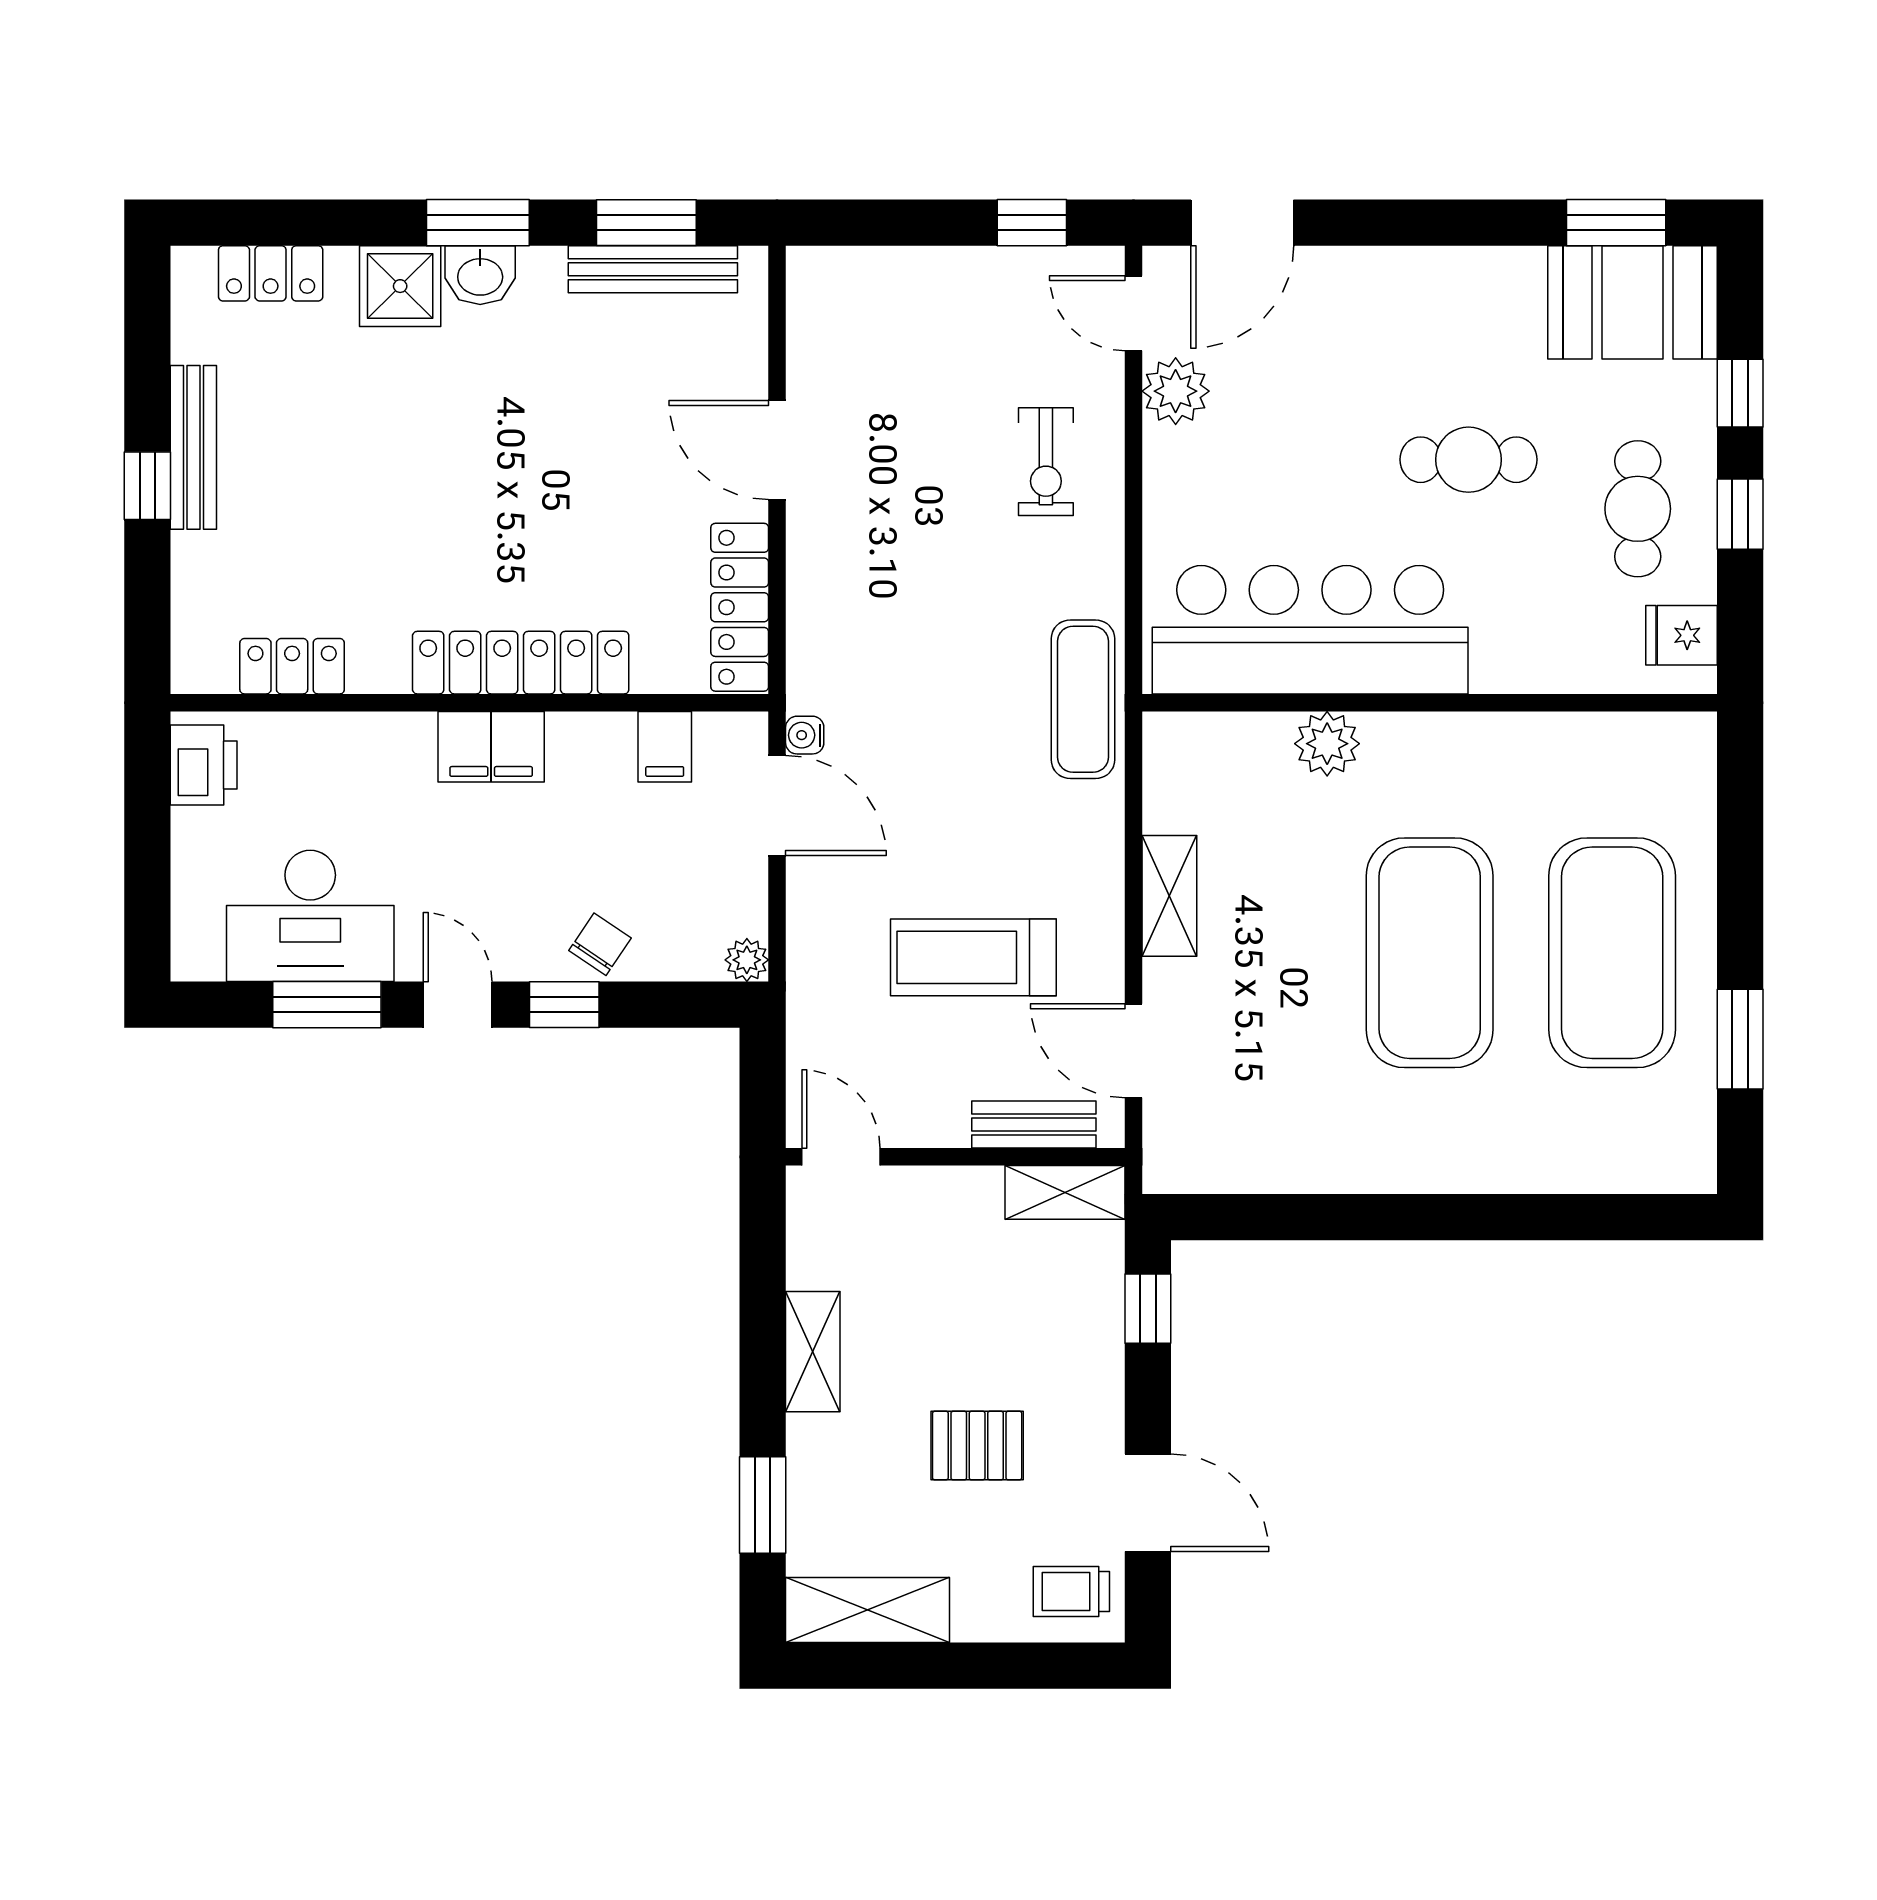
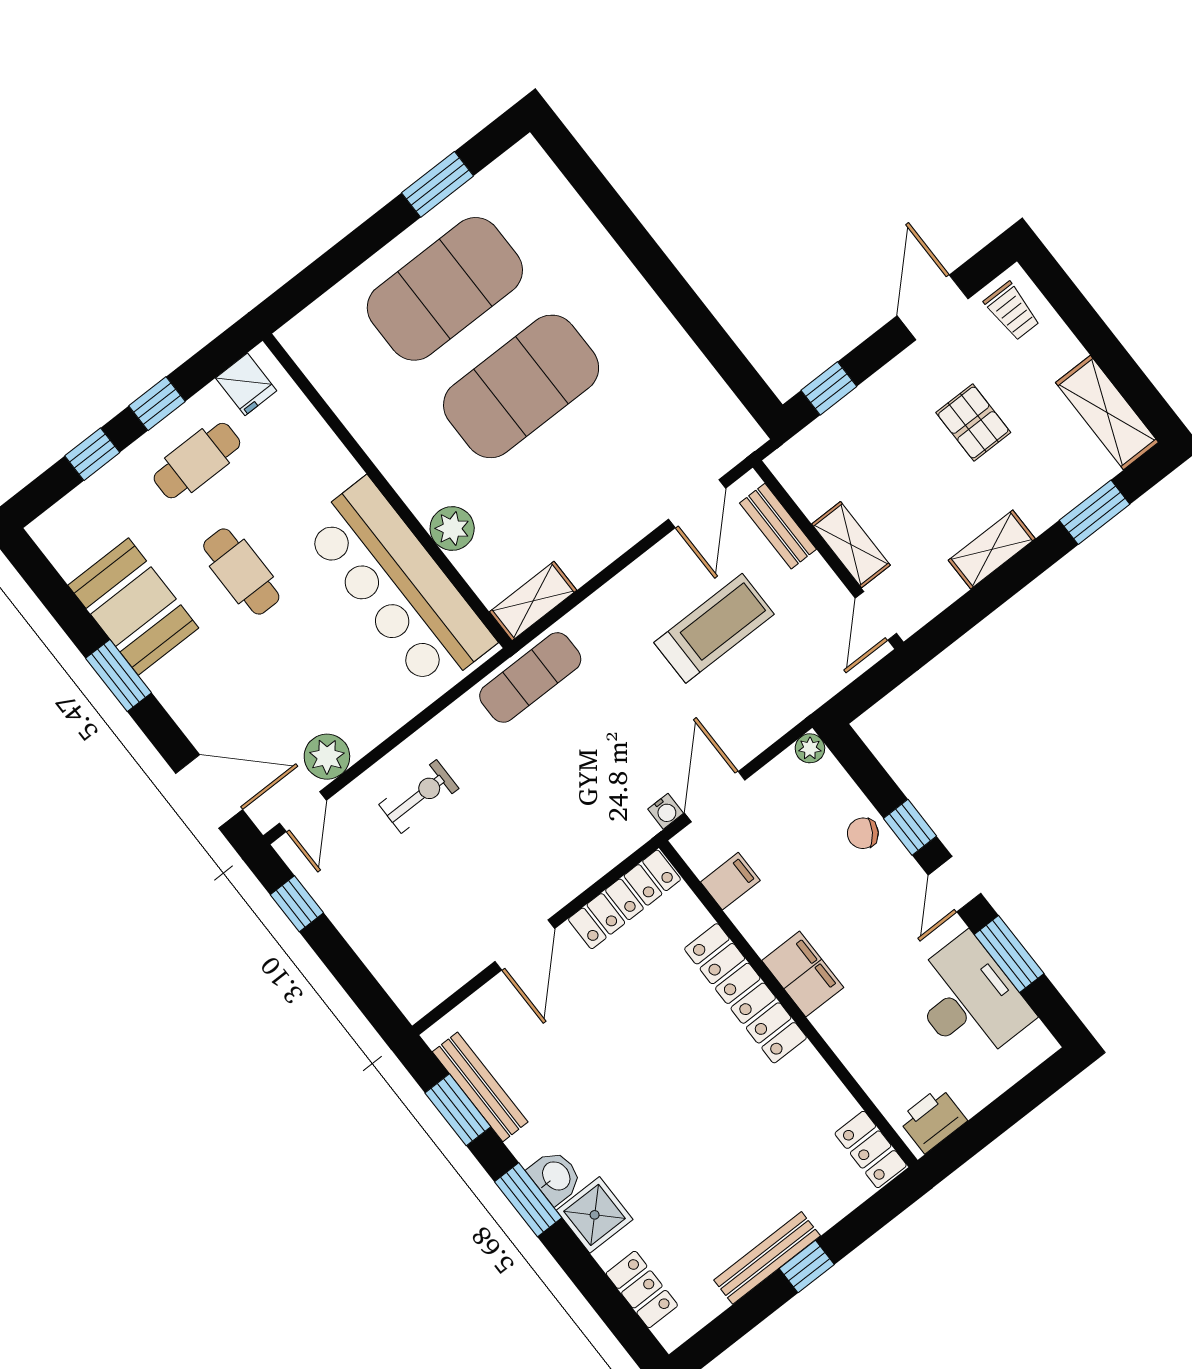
window: (1616, 223) -> (119, 675), moved
booth: (1633, 302) -> (133, 607), moved
locker: (292, 666) -> (871, 1149), moved
shelving: (1169, 896) -> (533, 601), moved
treadmill: (973, 957) -> (714, 628), turned -90
shelving: (1065, 1192) -> (851, 545), moved

